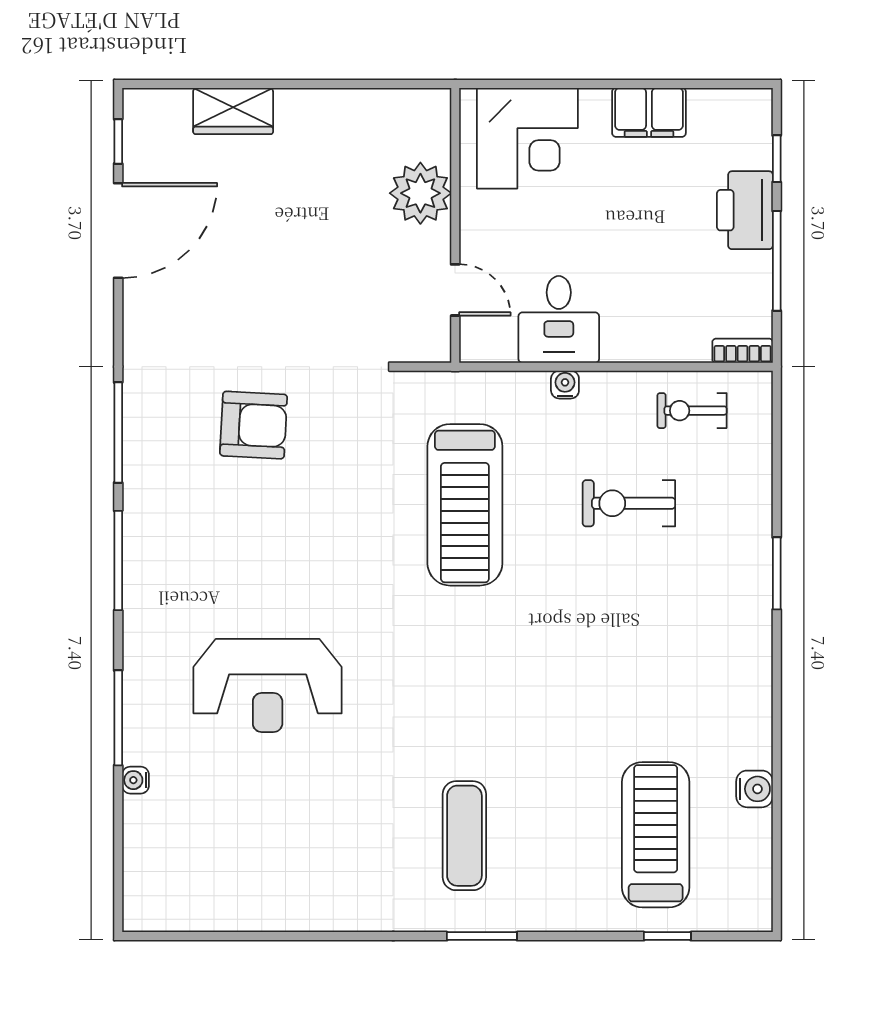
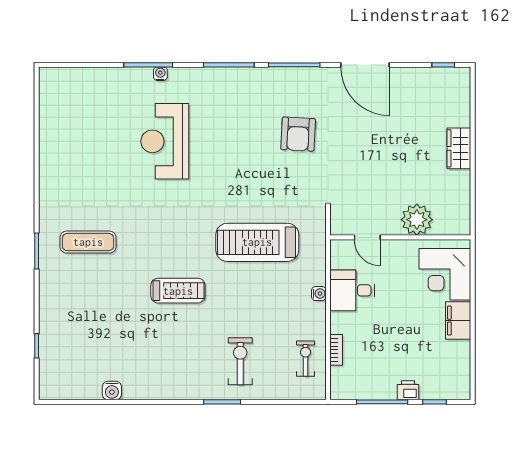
wardrobe: (233, 111) -> (459, 148), moved
filing cabinet: (649, 112) -> (458, 321), moved
printer: (745, 210) -> (408, 390), width x0.53, depth x0.68
door: (118, 230) -> (365, 65), moved
door: (455, 290) -> (367, 237), hinge flipped
bookcase: (743, 351) -> (336, 350), moved
exercise bike: (629, 503) -> (240, 361), moved
water cooler: (135, 780) -> (160, 74), moved
treadmill: (656, 835) -> (178, 291), moved, width x0.73, depth x0.73

